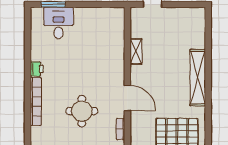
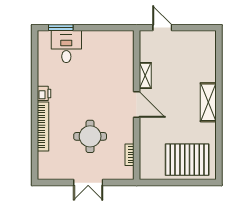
shelving: (198, 78) -> (208, 102), width x0.68
door: (127, 98) -> (137, 104), moved

